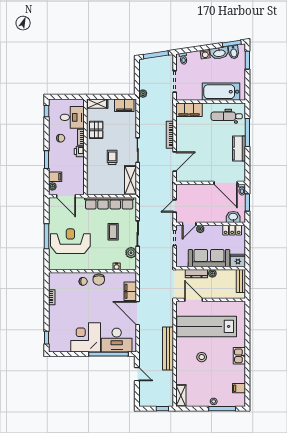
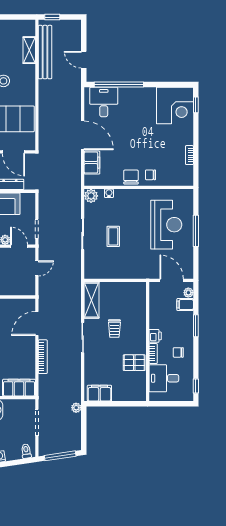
shelving: (97, 104) -> (133, 395), removed
pallet: (96, 130) -> (134, 363), turned 90
row of seats: (109, 203) -> (118, 272), removed
door: (189, 224) -> (19, 246), hinge flipped
reception desk: (70, 241) -> (166, 225), turned -90
plant: (131, 253) -> (91, 196), moved
corner desk: (86, 337) -> (175, 105), moved
desk: (117, 340) -> (104, 102), width x0.73
bench: (168, 349) -> (45, 52), moved
shelving: (181, 396) -> (29, 50), moved

